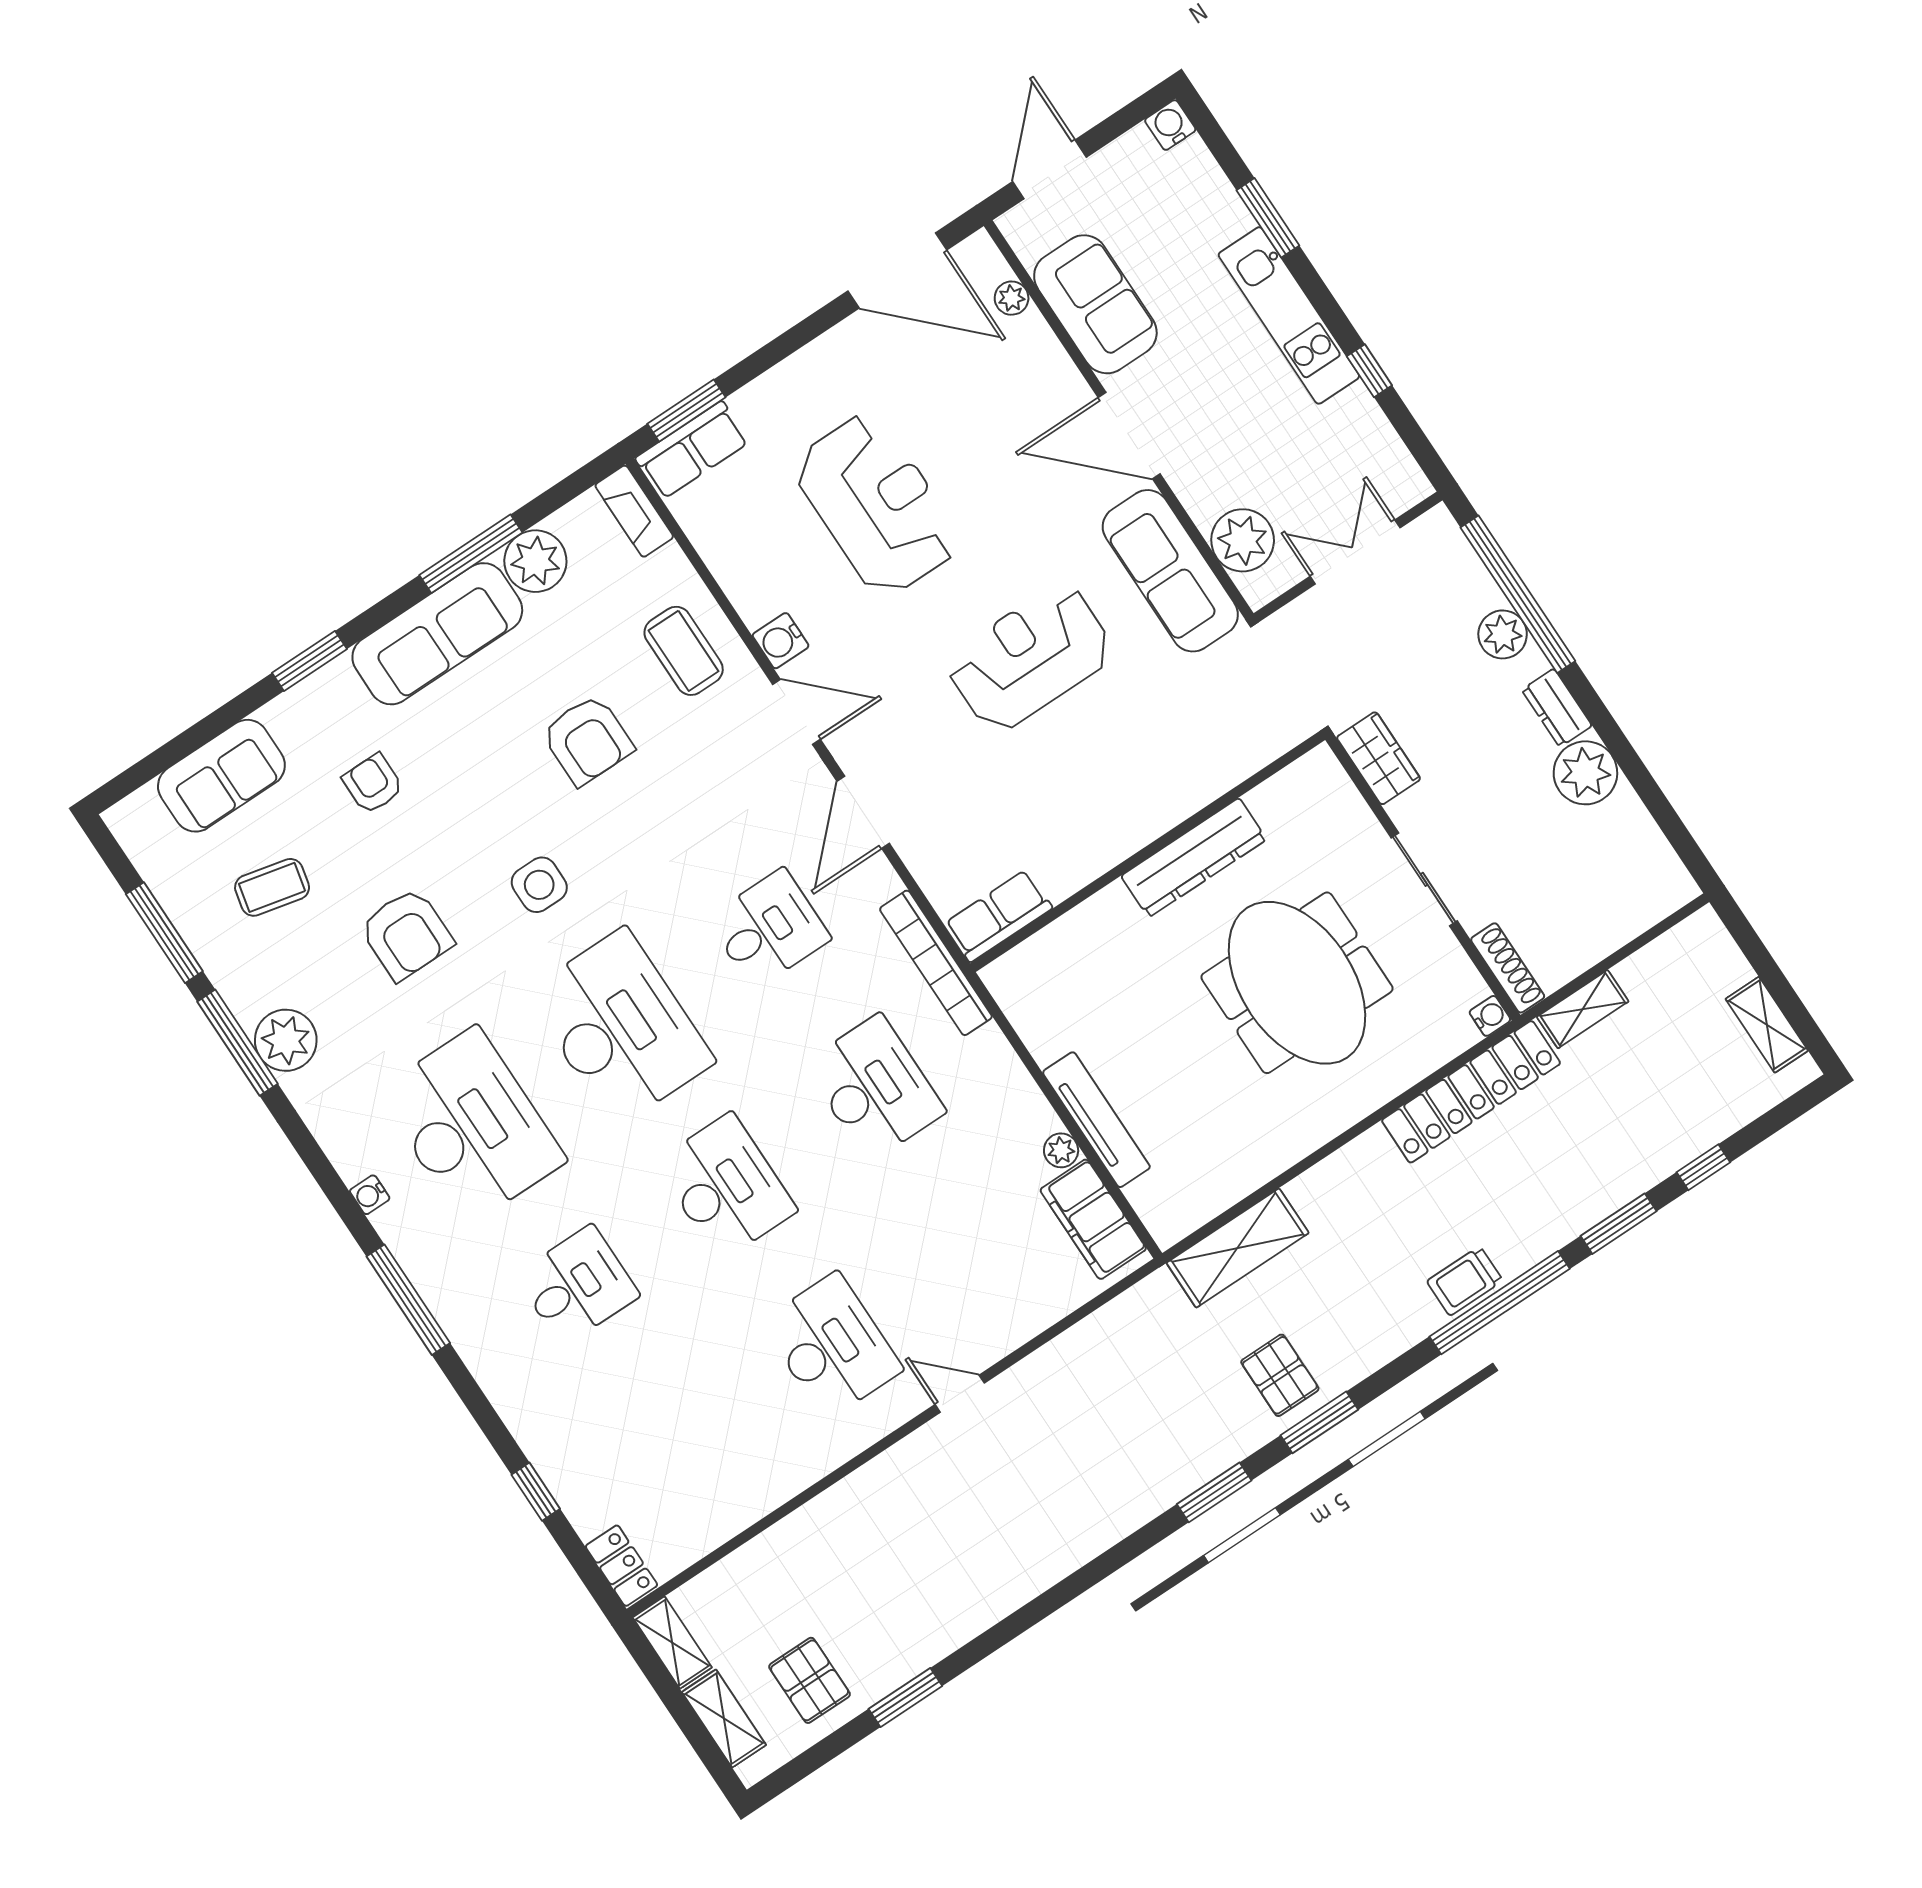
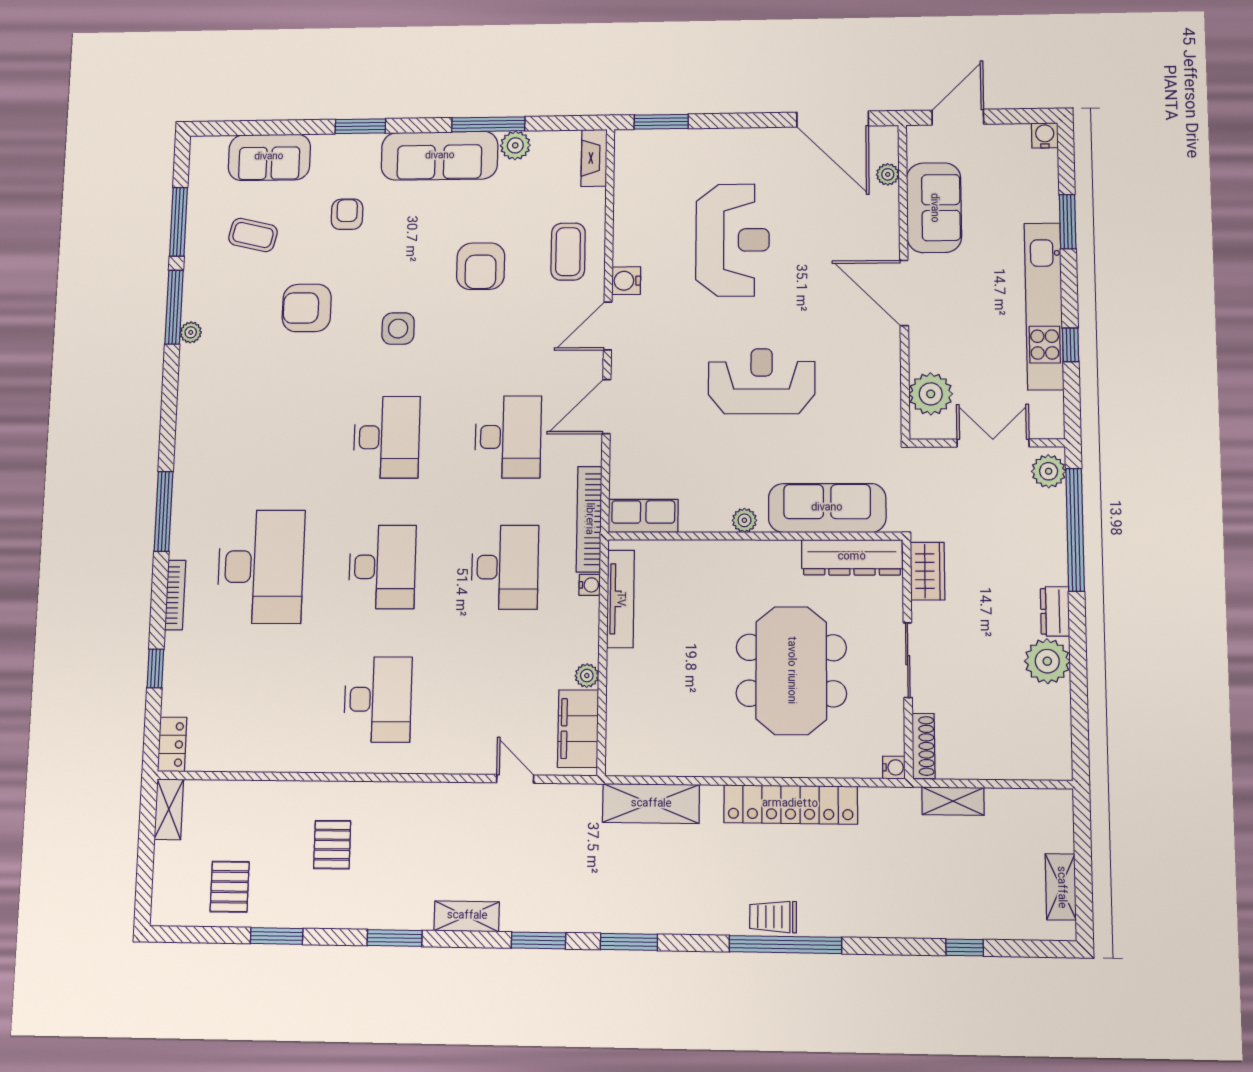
kitchen unit: (1289, 315) -> (1044, 306), width x1.36
row of seats: (692, 450) -> (649, 145), removed
plant: (535, 561) -> (515, 145), width x0.73, depth x0.73
sofa: (1170, 571) -> (827, 508), moved, turned 90
plant: (1503, 634) -> (1049, 471), moved
door: (796, 712) -> (608, 326), swing flipped
plant: (1123, 841) -> (744, 520), added
dresser: (1194, 858) -> (852, 557), moved
desk: (769, 929) -> (508, 437), width x1.37
armchair: (406, 934) -> (307, 308), turned 90
desk: (620, 1027) -> (387, 437), width x0.73, depth x0.77
plant: (286, 1040) -> (191, 332), width x0.53, depth x0.53
locker: (1471, 1092) -> (790, 804), moved
tv unit: (1096, 1120) -> (620, 599), moved
desk: (471, 1126) -> (266, 438), removed
water cooler: (370, 1195) -> (590, 585), moved, turned 180
window: (1619, 1224) -> (395, 938), moved
desk: (577, 1285) -> (261, 567), width x1.87, depth x1.30
pallet: (1280, 1375) -> (332, 845), moved
bookcase: (496, 1389) -> (175, 595), added
door: (960, 1394) -> (515, 779), moved
shelving: (724, 1718) -> (467, 916), moved, turned 90

